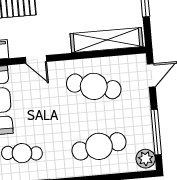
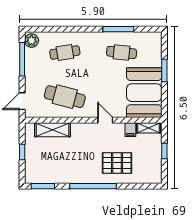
shelving: (107, 40) -> (53, 130), width x0.68
cafe table: (99, 146) -> (65, 52), width x0.73, depth x0.74

